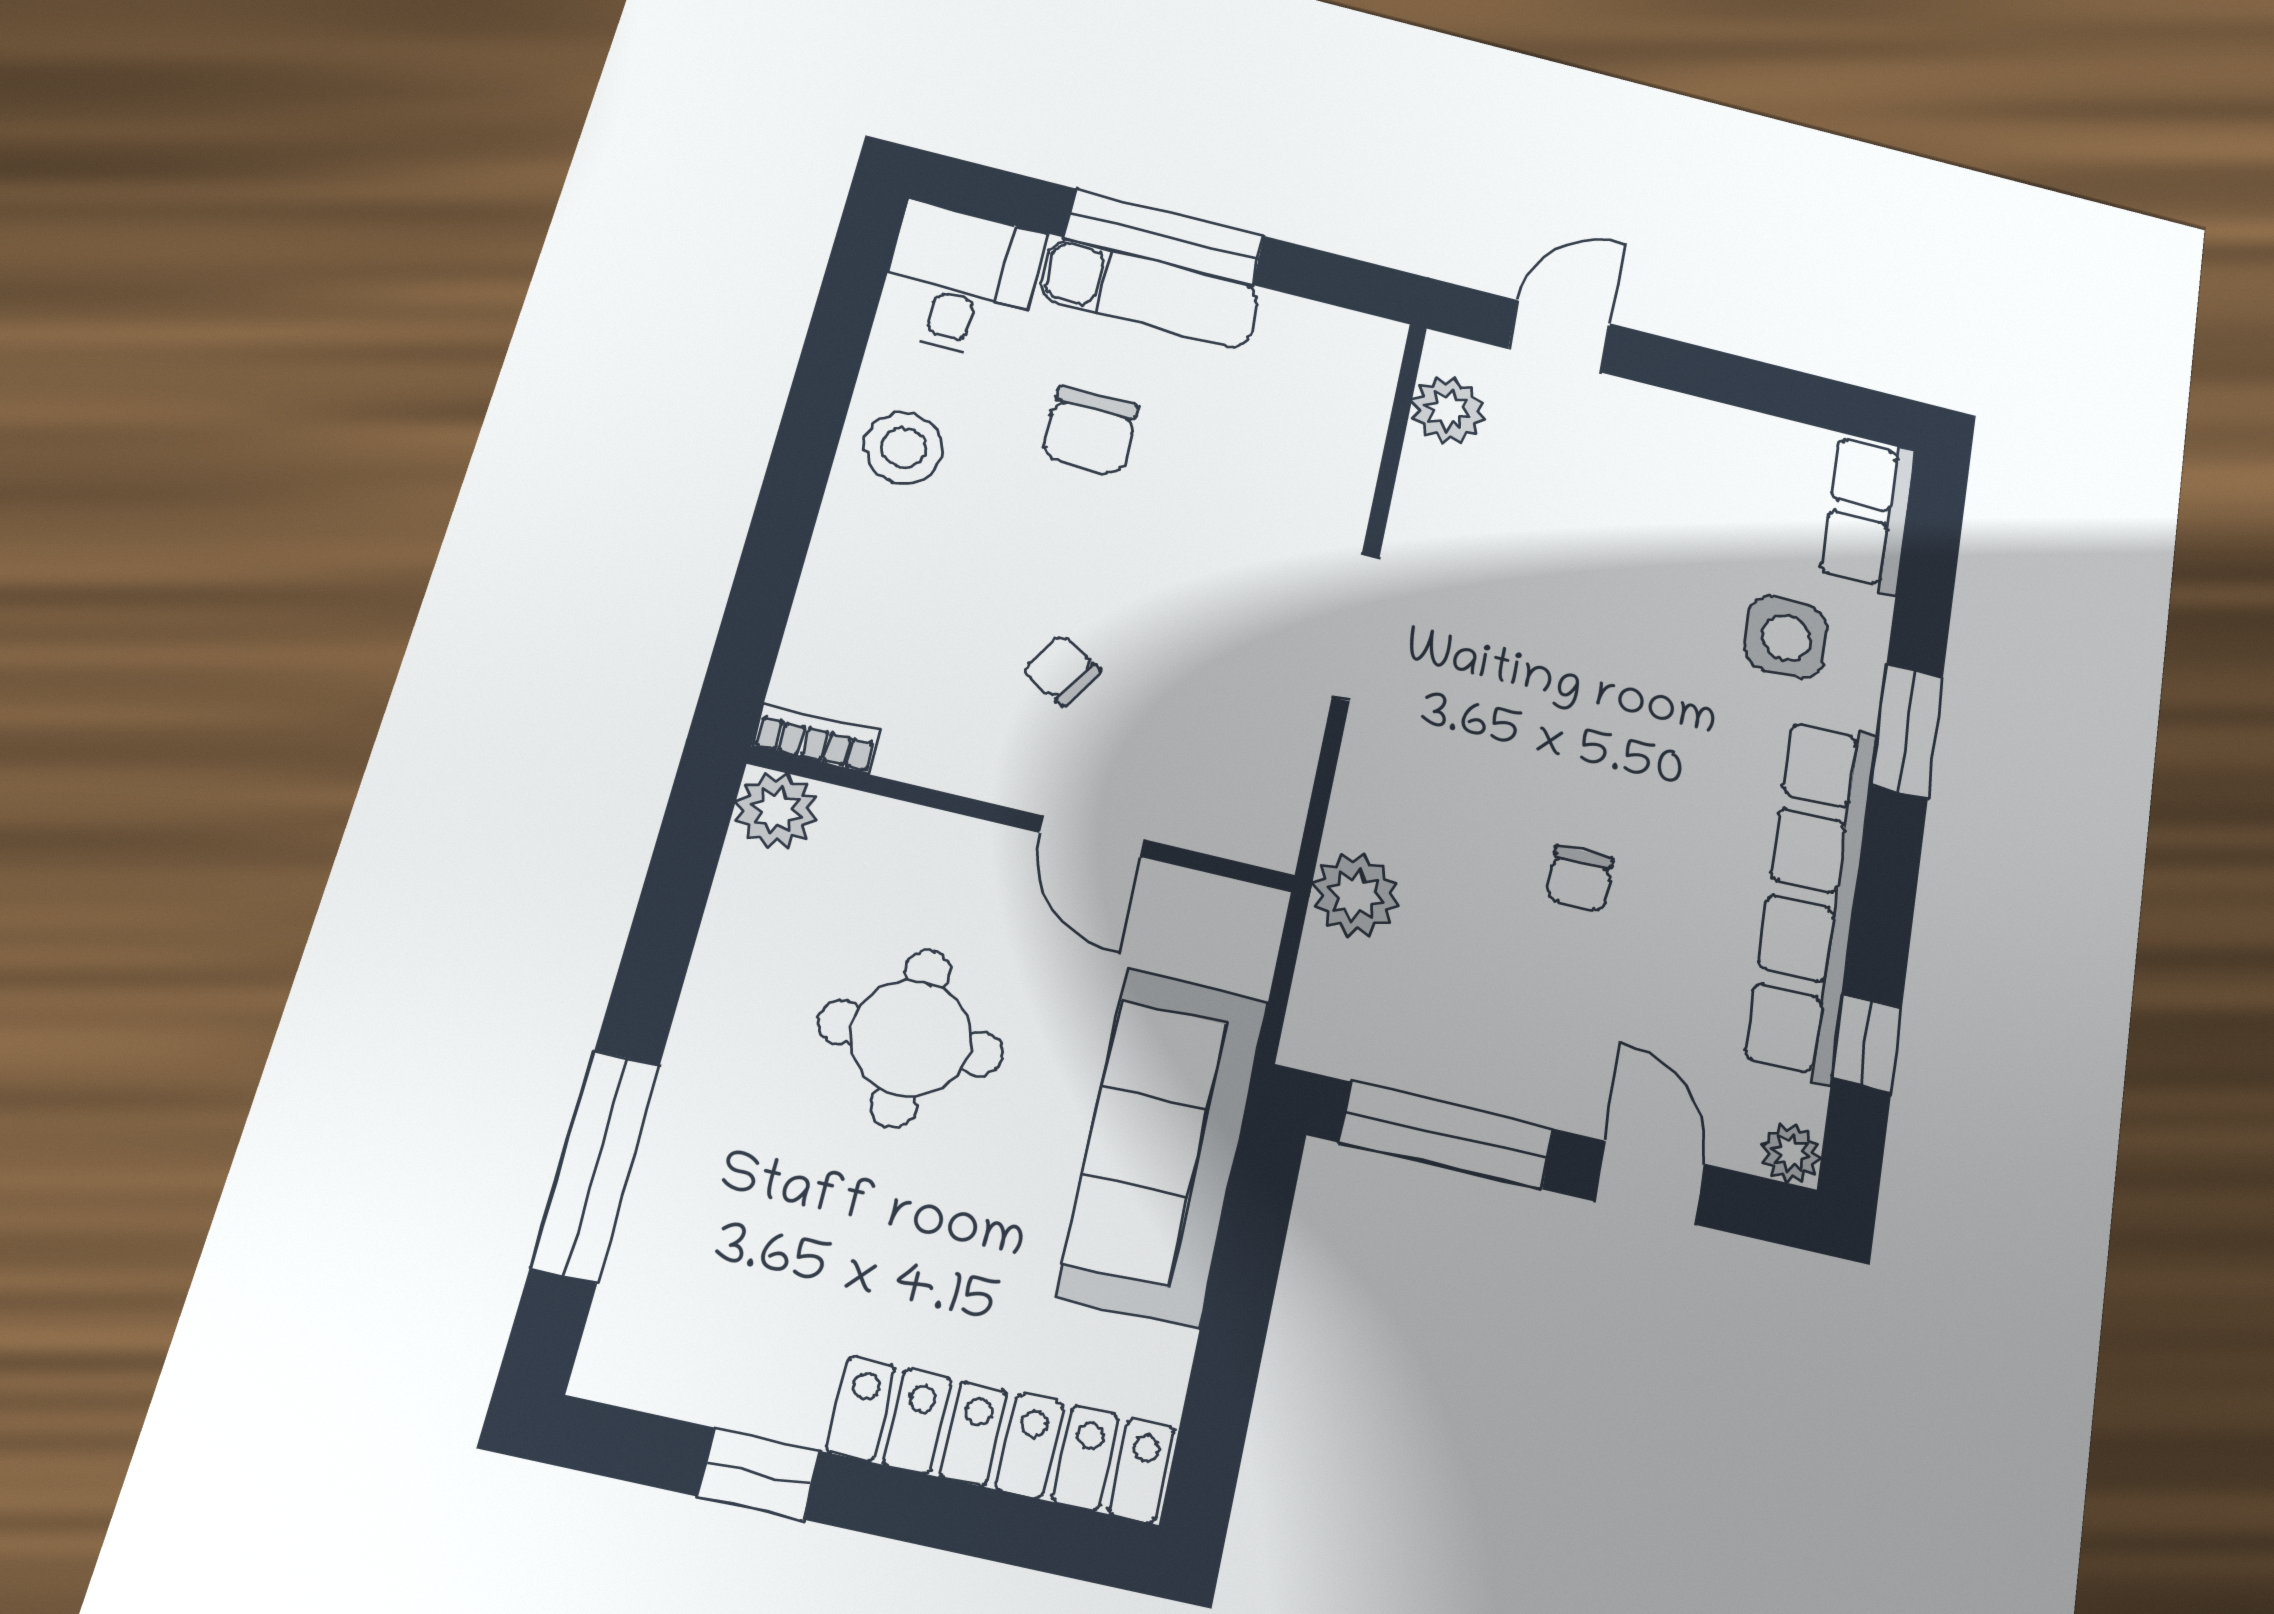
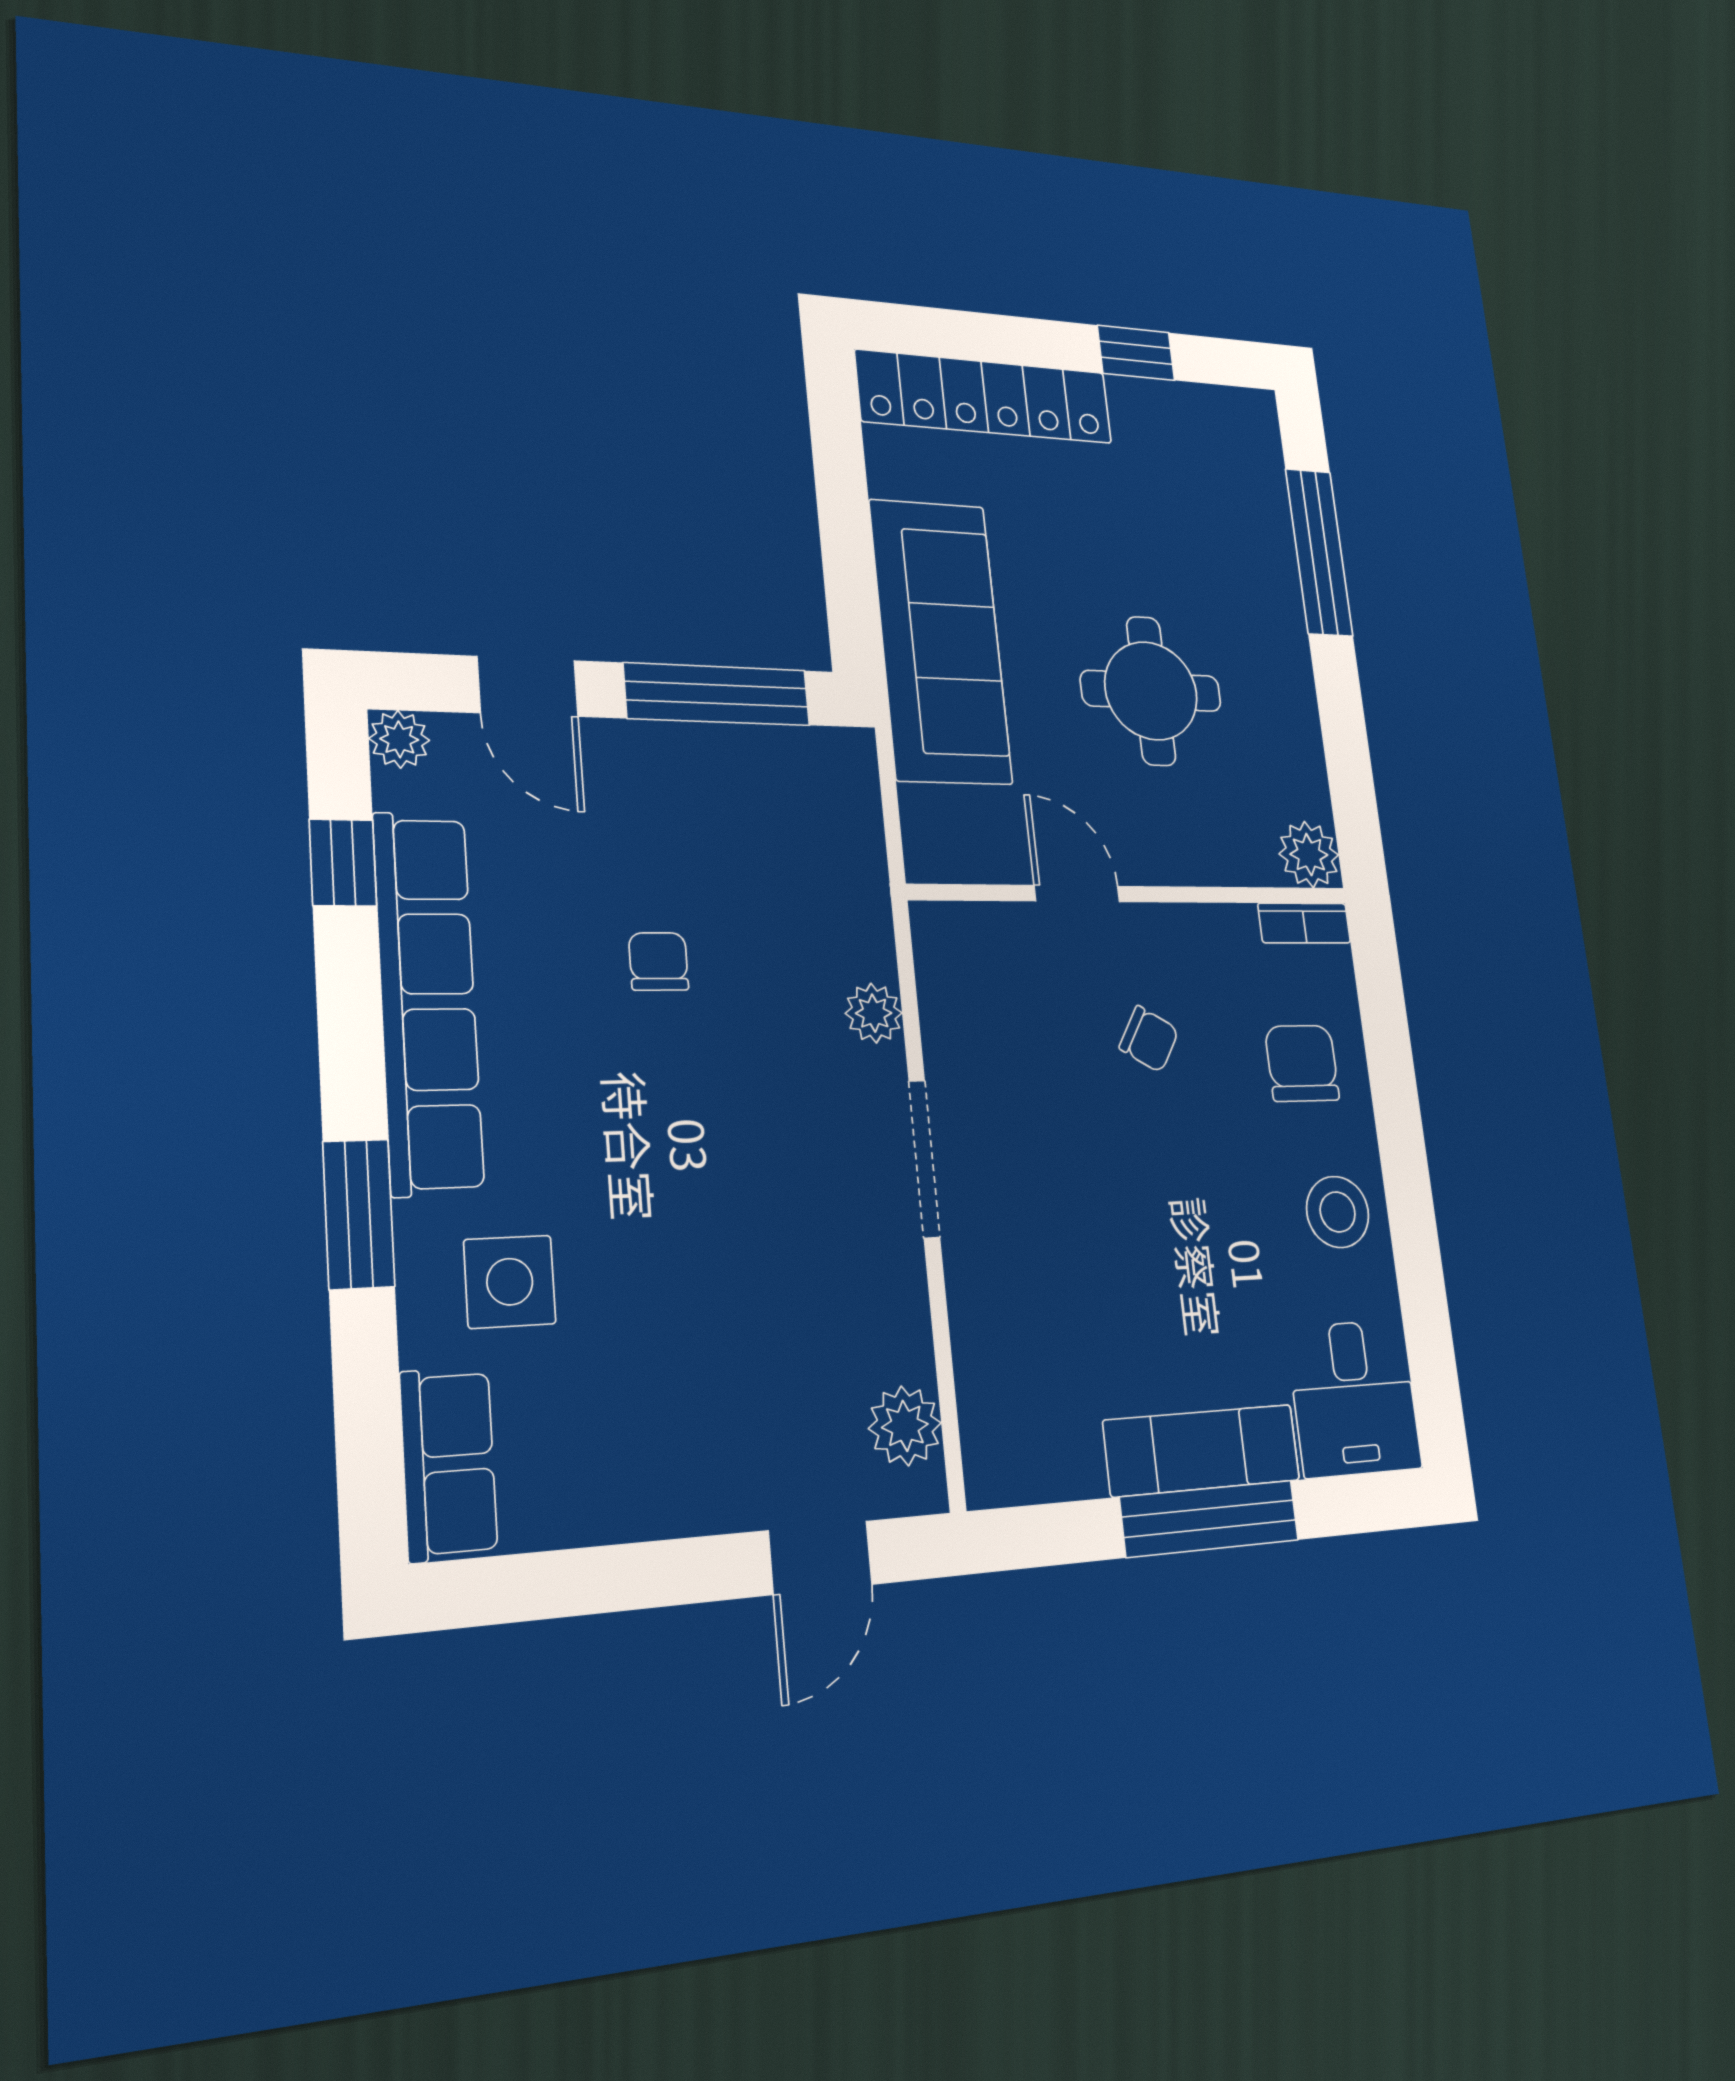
chair: (1090, 431) -> (1302, 1063), moved
plant: (1355, 895) -> (874, 1013), moved, width x0.73, depth x0.73

